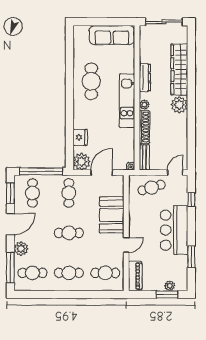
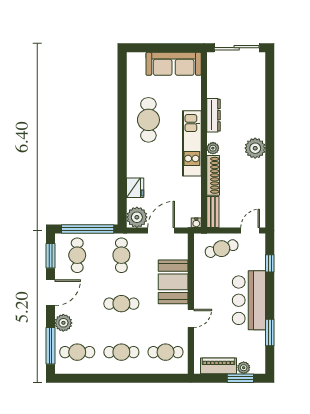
wardrobe: (179, 70) -> (255, 106), removed
piano: (135, 276) -> (218, 366), moved, turned -90

